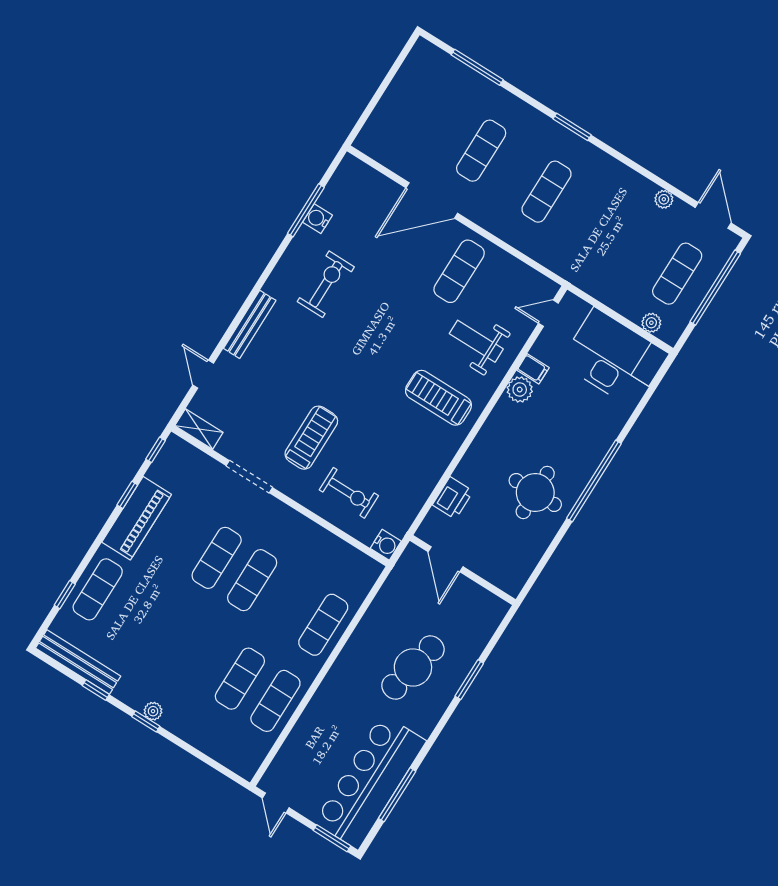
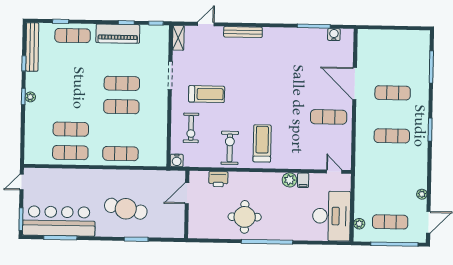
water cooler: (318, 219) -> (334, 35), moved
exercise bike: (326, 284) -> (230, 148), moved, turned -90
weight bench: (476, 341) -> (300, 145), removed

